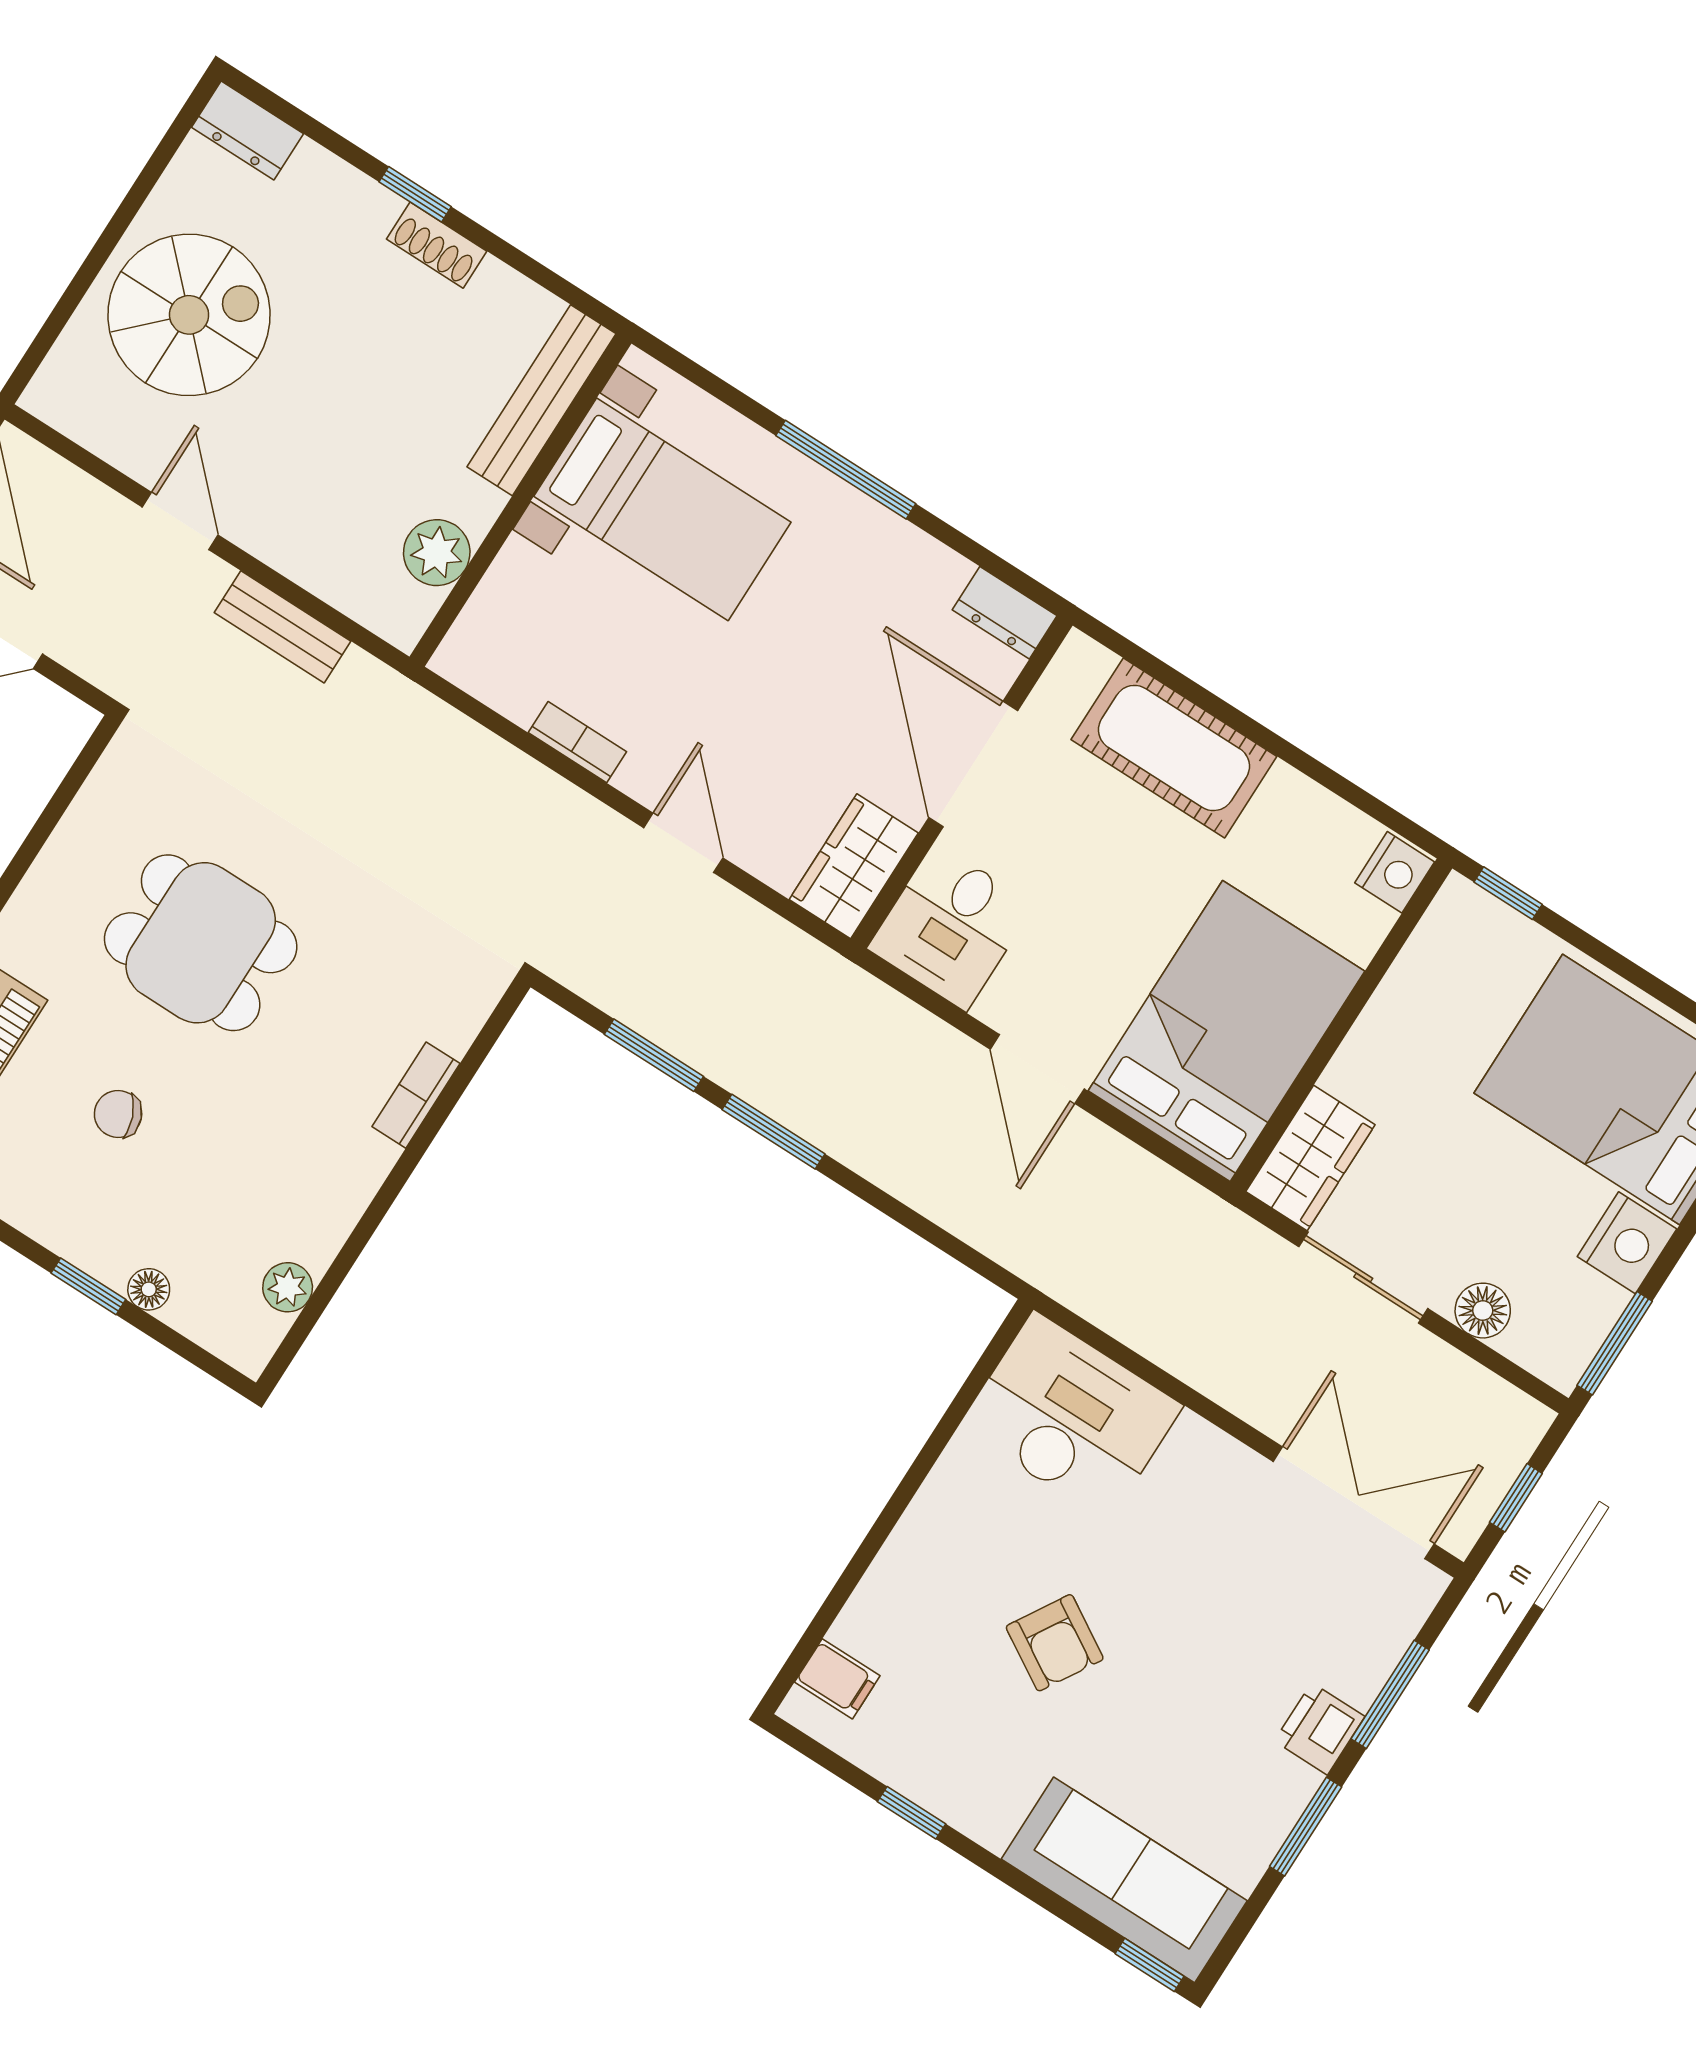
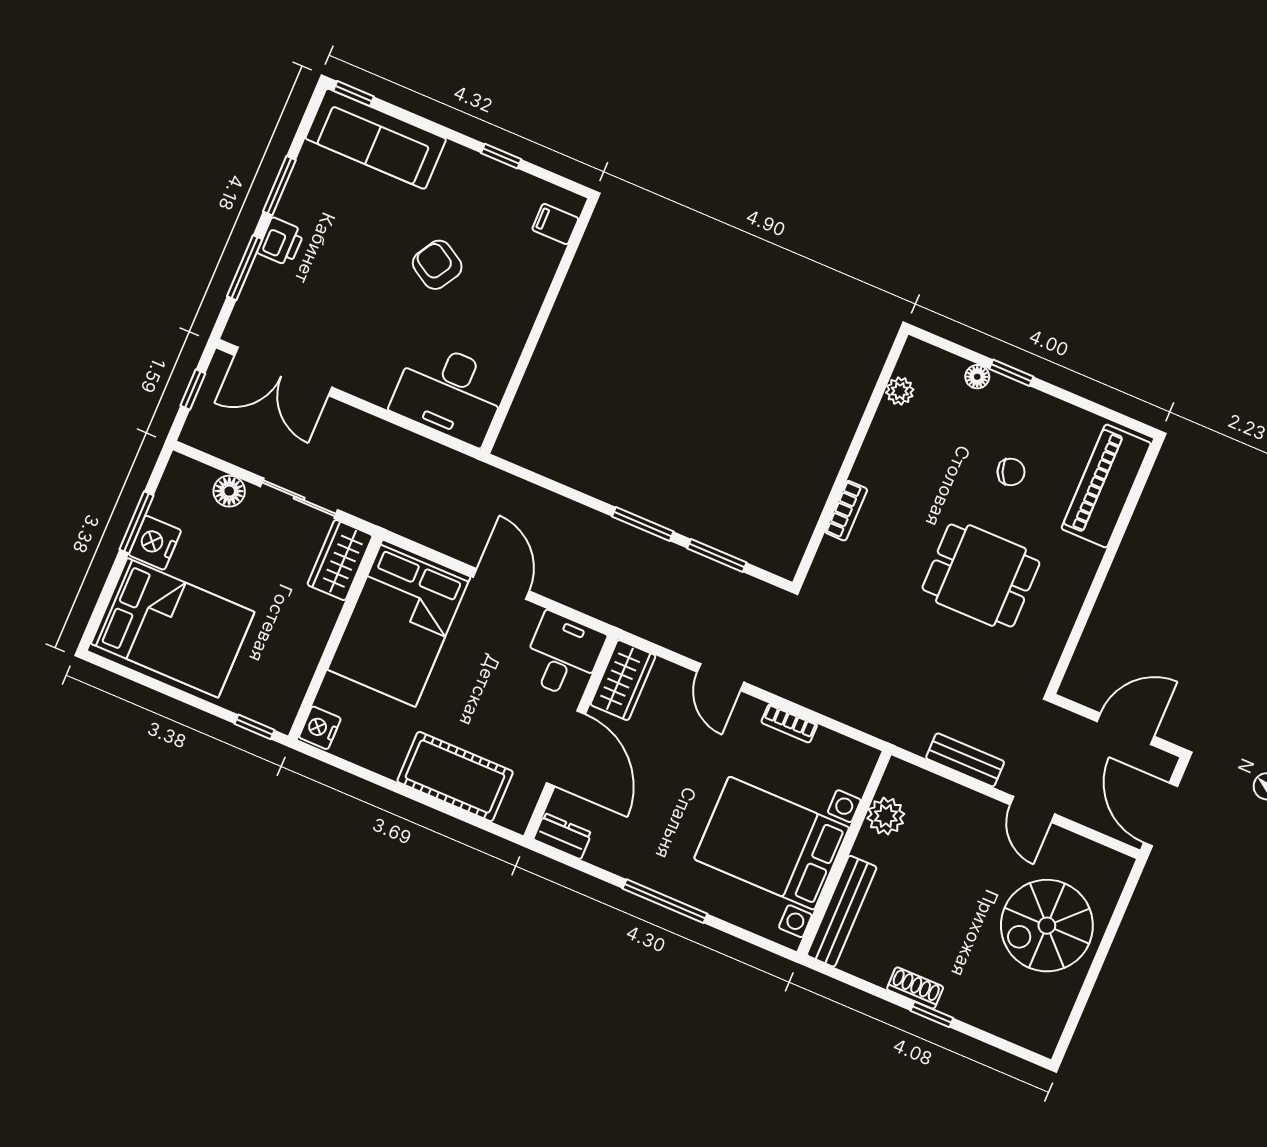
dresser: (247, 131) -> (1032, 1034), removed
bed with nightstands: (662, 509) -> (772, 843), width x1.36
window: (1615, 1343) -> (136, 522), moved

